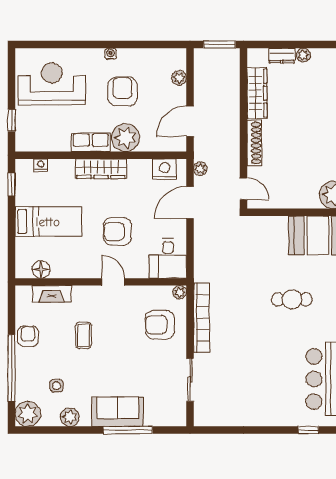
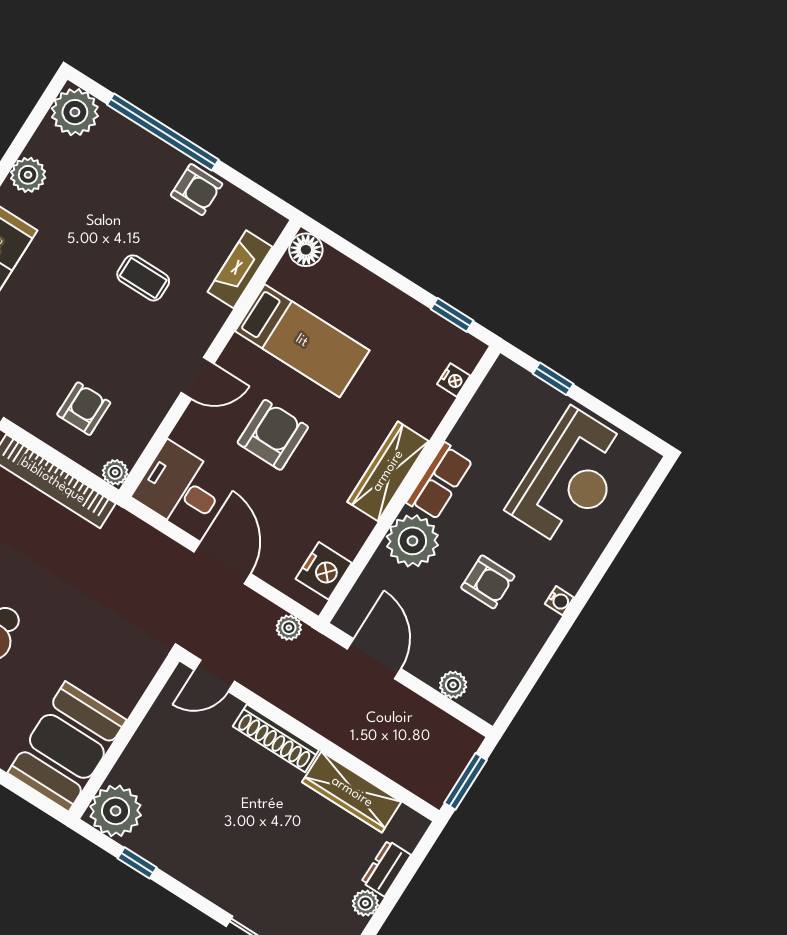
armchair: (122, 92) -> (488, 582), width x0.72, depth x0.72
door: (190, 203) -> (222, 563), moved
bed: (48, 222) -> (302, 341), moved, turned -90
floor lamp: (41, 269) -> (306, 250), moved
armchair: (160, 325) -> (84, 409), width x0.72, depth x0.72
side table: (57, 386) -> (91, 185), removed

